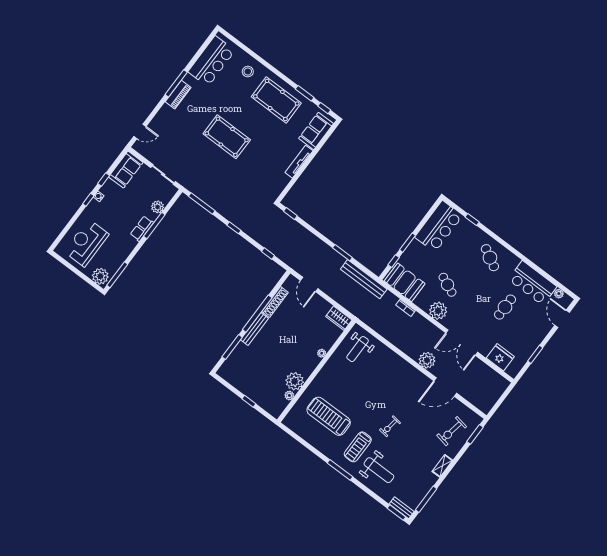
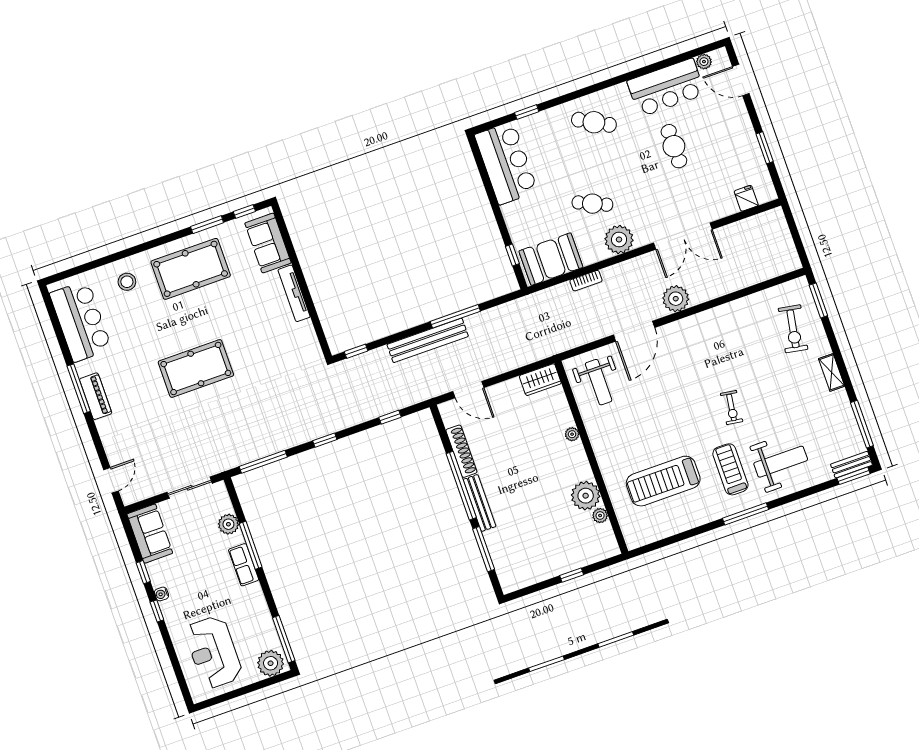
window: (408, 243) -> (500, 220), removed
window: (342, 253) -> (455, 316), width x1.44
bench: (364, 279) -> (428, 340), moved
fridge: (500, 357) -> (746, 198), width x0.53, depth x0.75
door: (445, 387) -> (634, 331), moved
treadmill: (358, 447) -> (730, 469), turned 180

